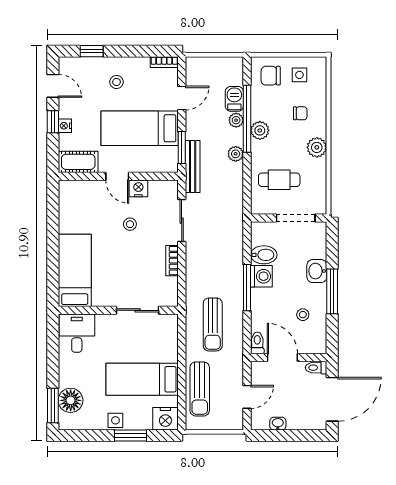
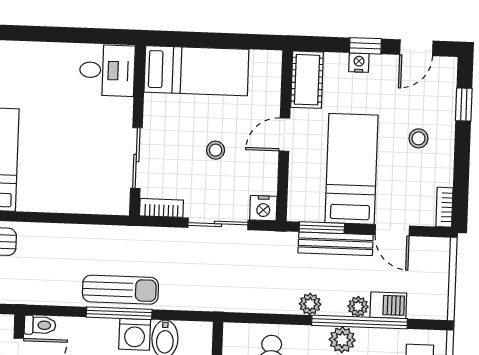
bench: (193, 167) -> (336, 244), moved
nightstand: (138, 188) -> (263, 208), moved, turned 90
bed: (75, 270) -> (196, 71), moved
wall: (118, 310) -> (137, 130), moved
sliding door: (138, 310) -> (136, 158), moved
sun lounger: (213, 324) -> (120, 290), moved, turned 180
desk: (77, 333) -> (107, 70), moved

